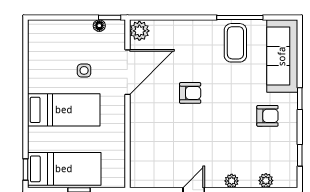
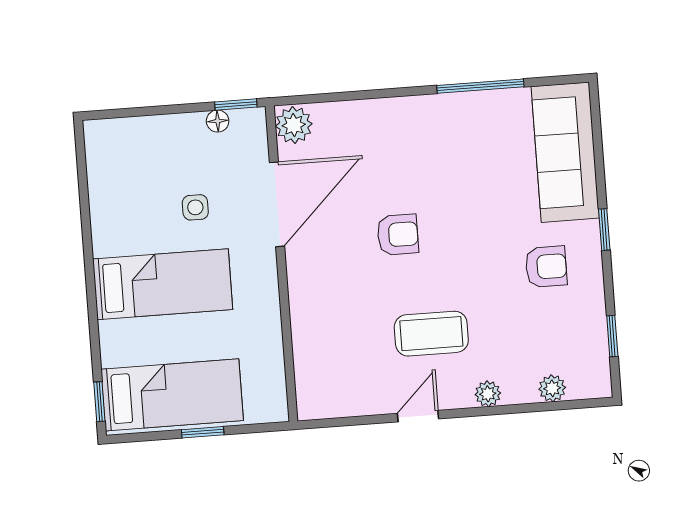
coffee table: (235, 43) -> (431, 334), moved, turned 90

